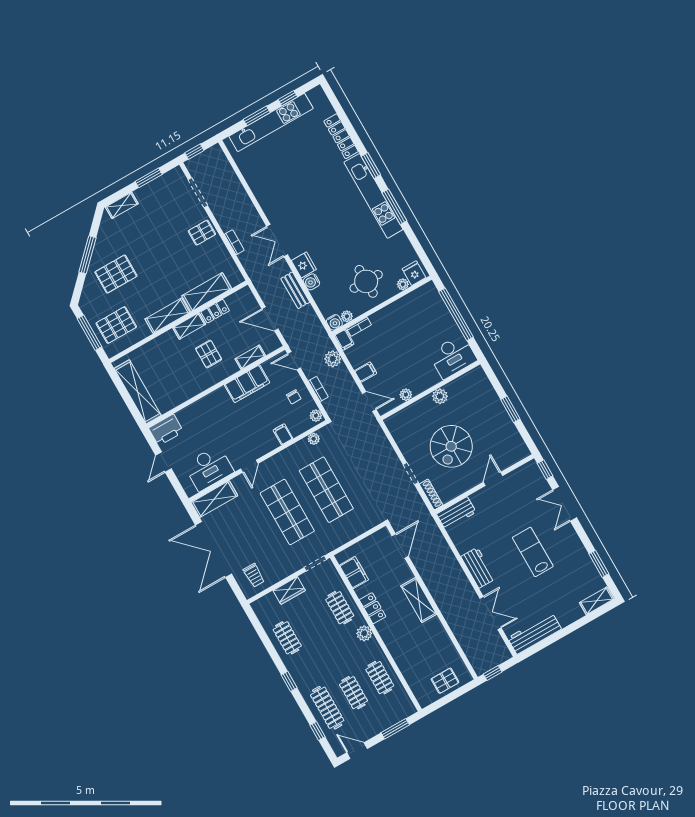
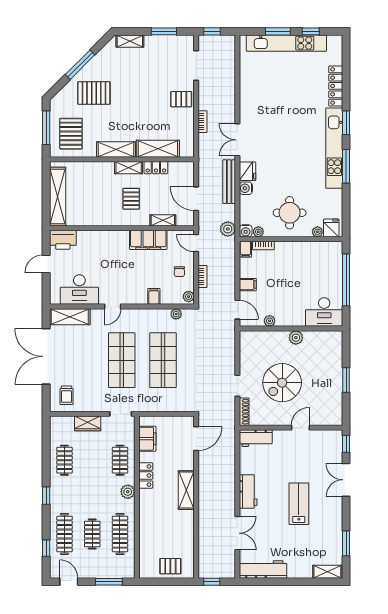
bench: (295, 290) -> (229, 182), width x1.36
pallet: (116, 325) -> (71, 134), turned 90
plant: (333, 359) -> (228, 229), moved
clothes rail: (380, 678) -> (120, 534), width x1.36

